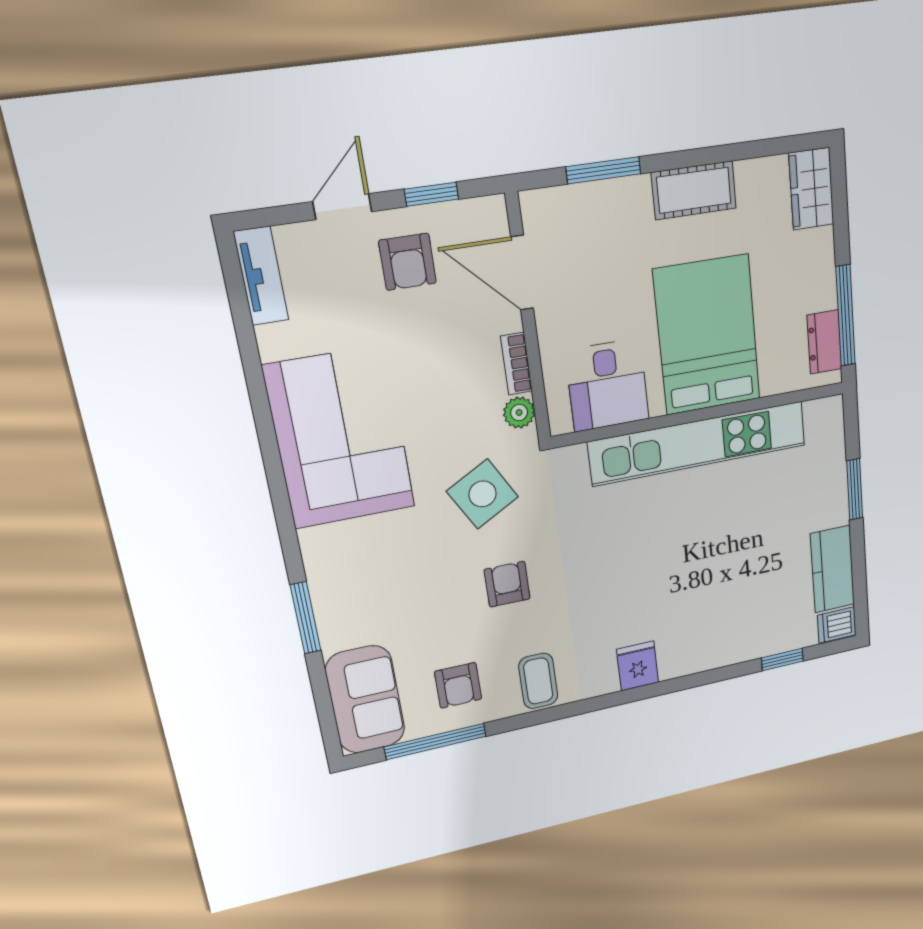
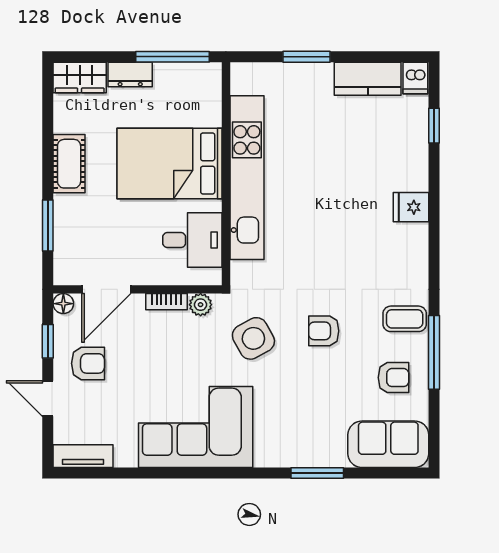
floor lamp: (492, 211) -> (63, 304), added
dresser: (824, 342) -> (130, 75), moved
fridge: (638, 666) -> (411, 207), moved
window: (435, 742) -> (434, 352), moved

